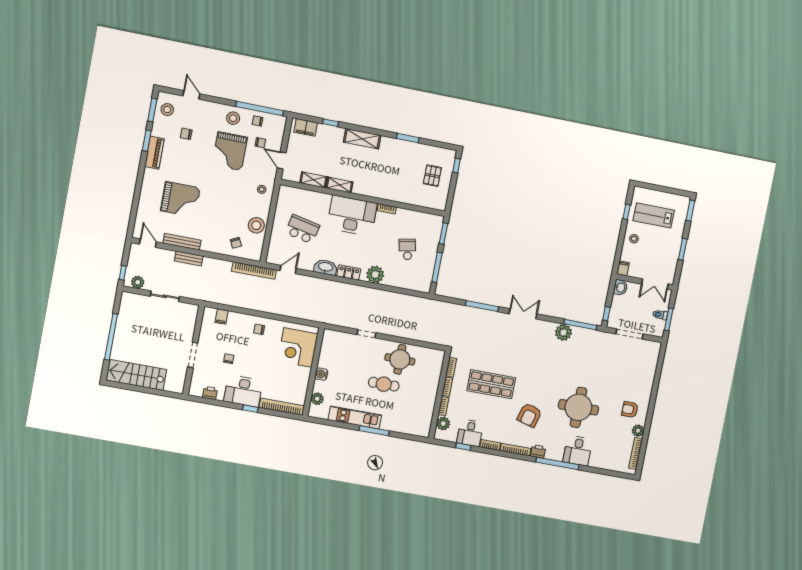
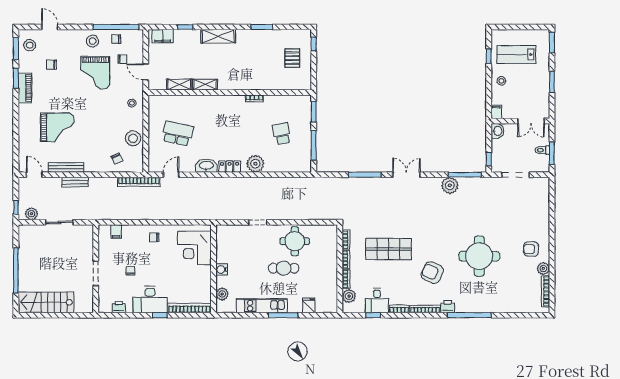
desk: (352, 216) -> (222, 111), removed
armchair: (529, 415) -> (432, 273), turned 99
fridge: (402, 426) -> (309, 305), added
desk: (578, 451) -> (487, 299), removed

